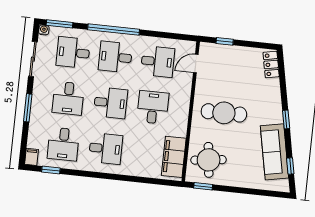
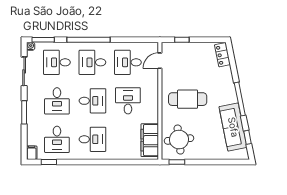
desk: (158, 62) -> (128, 62), turned 180
window: (286, 120) -> (240, 99), width x2.17

